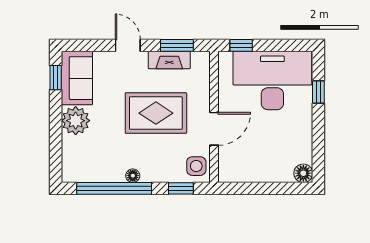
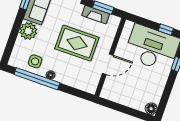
window: (241, 45) -> (166, 30), moved
side table: (196, 166) -> (35, 61), moved
window: (181, 188) -> (76, 92), removed

